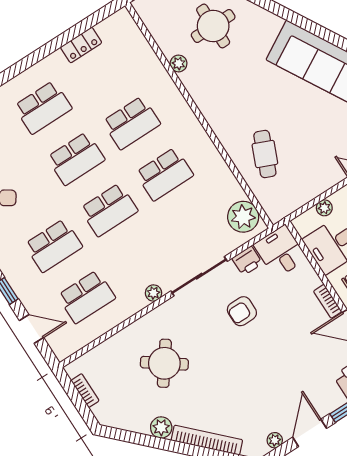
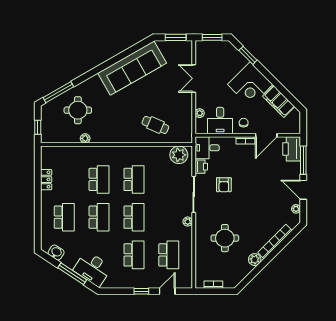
round table: (164, 363) -> (225, 238), turned -36

